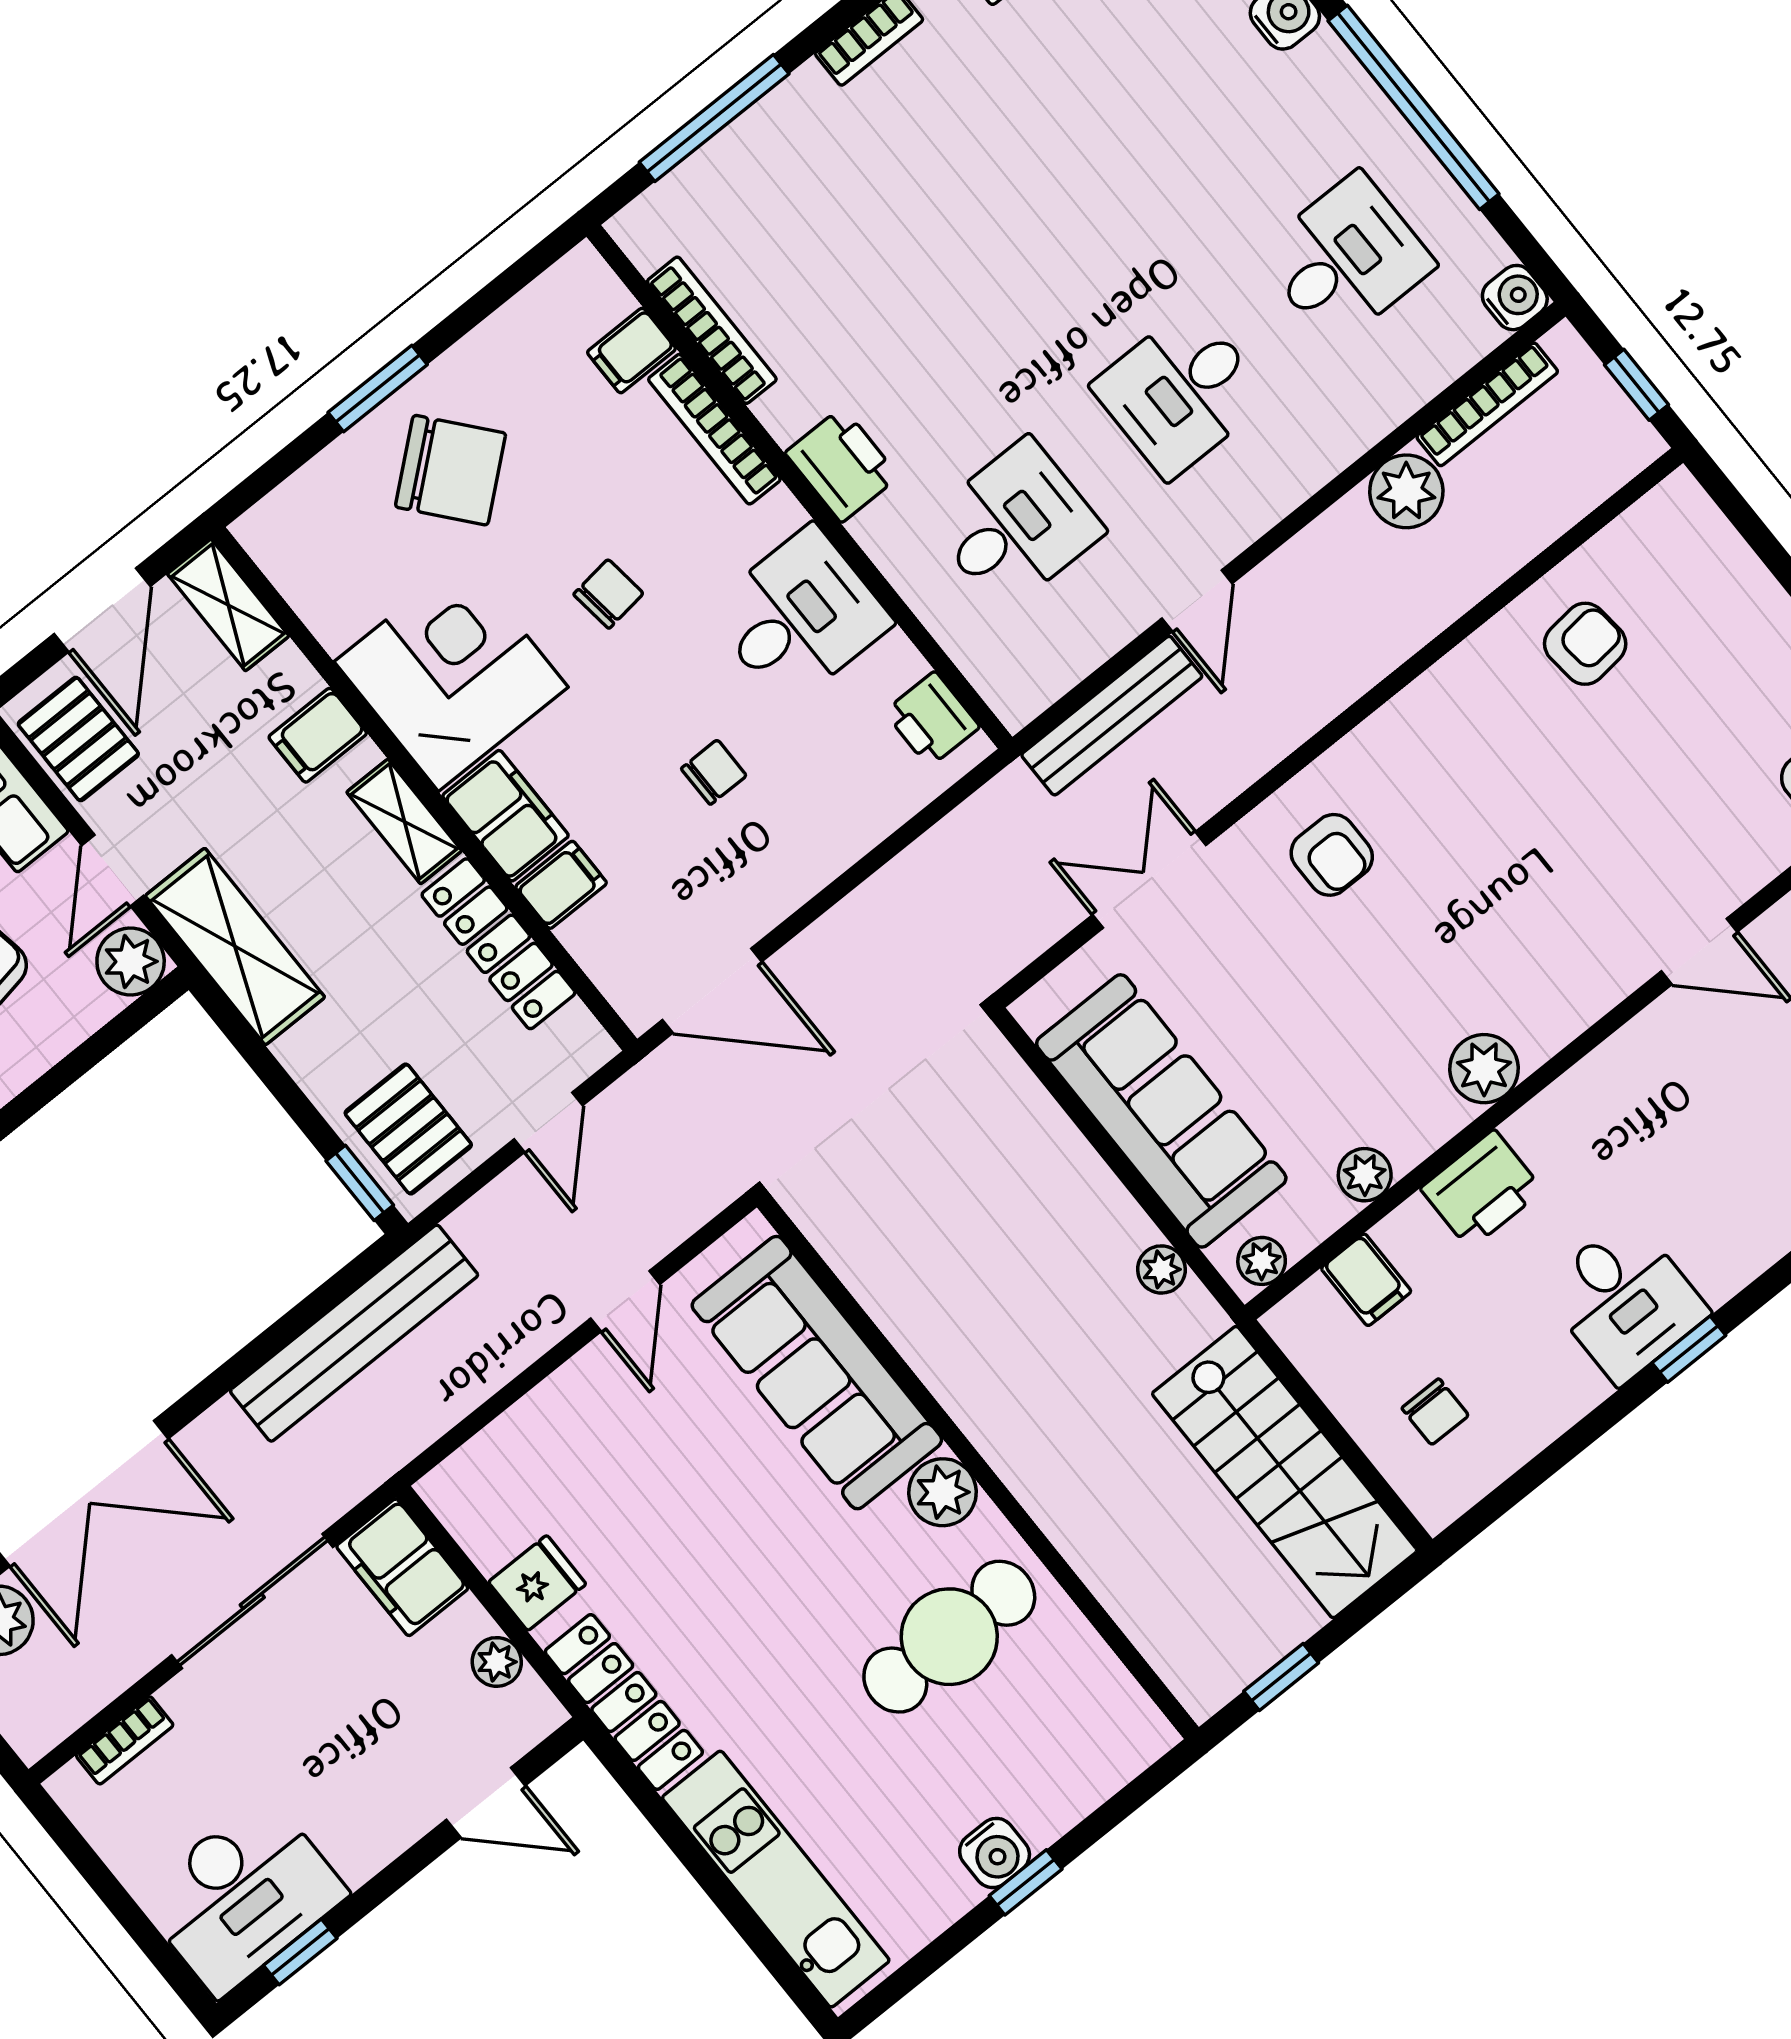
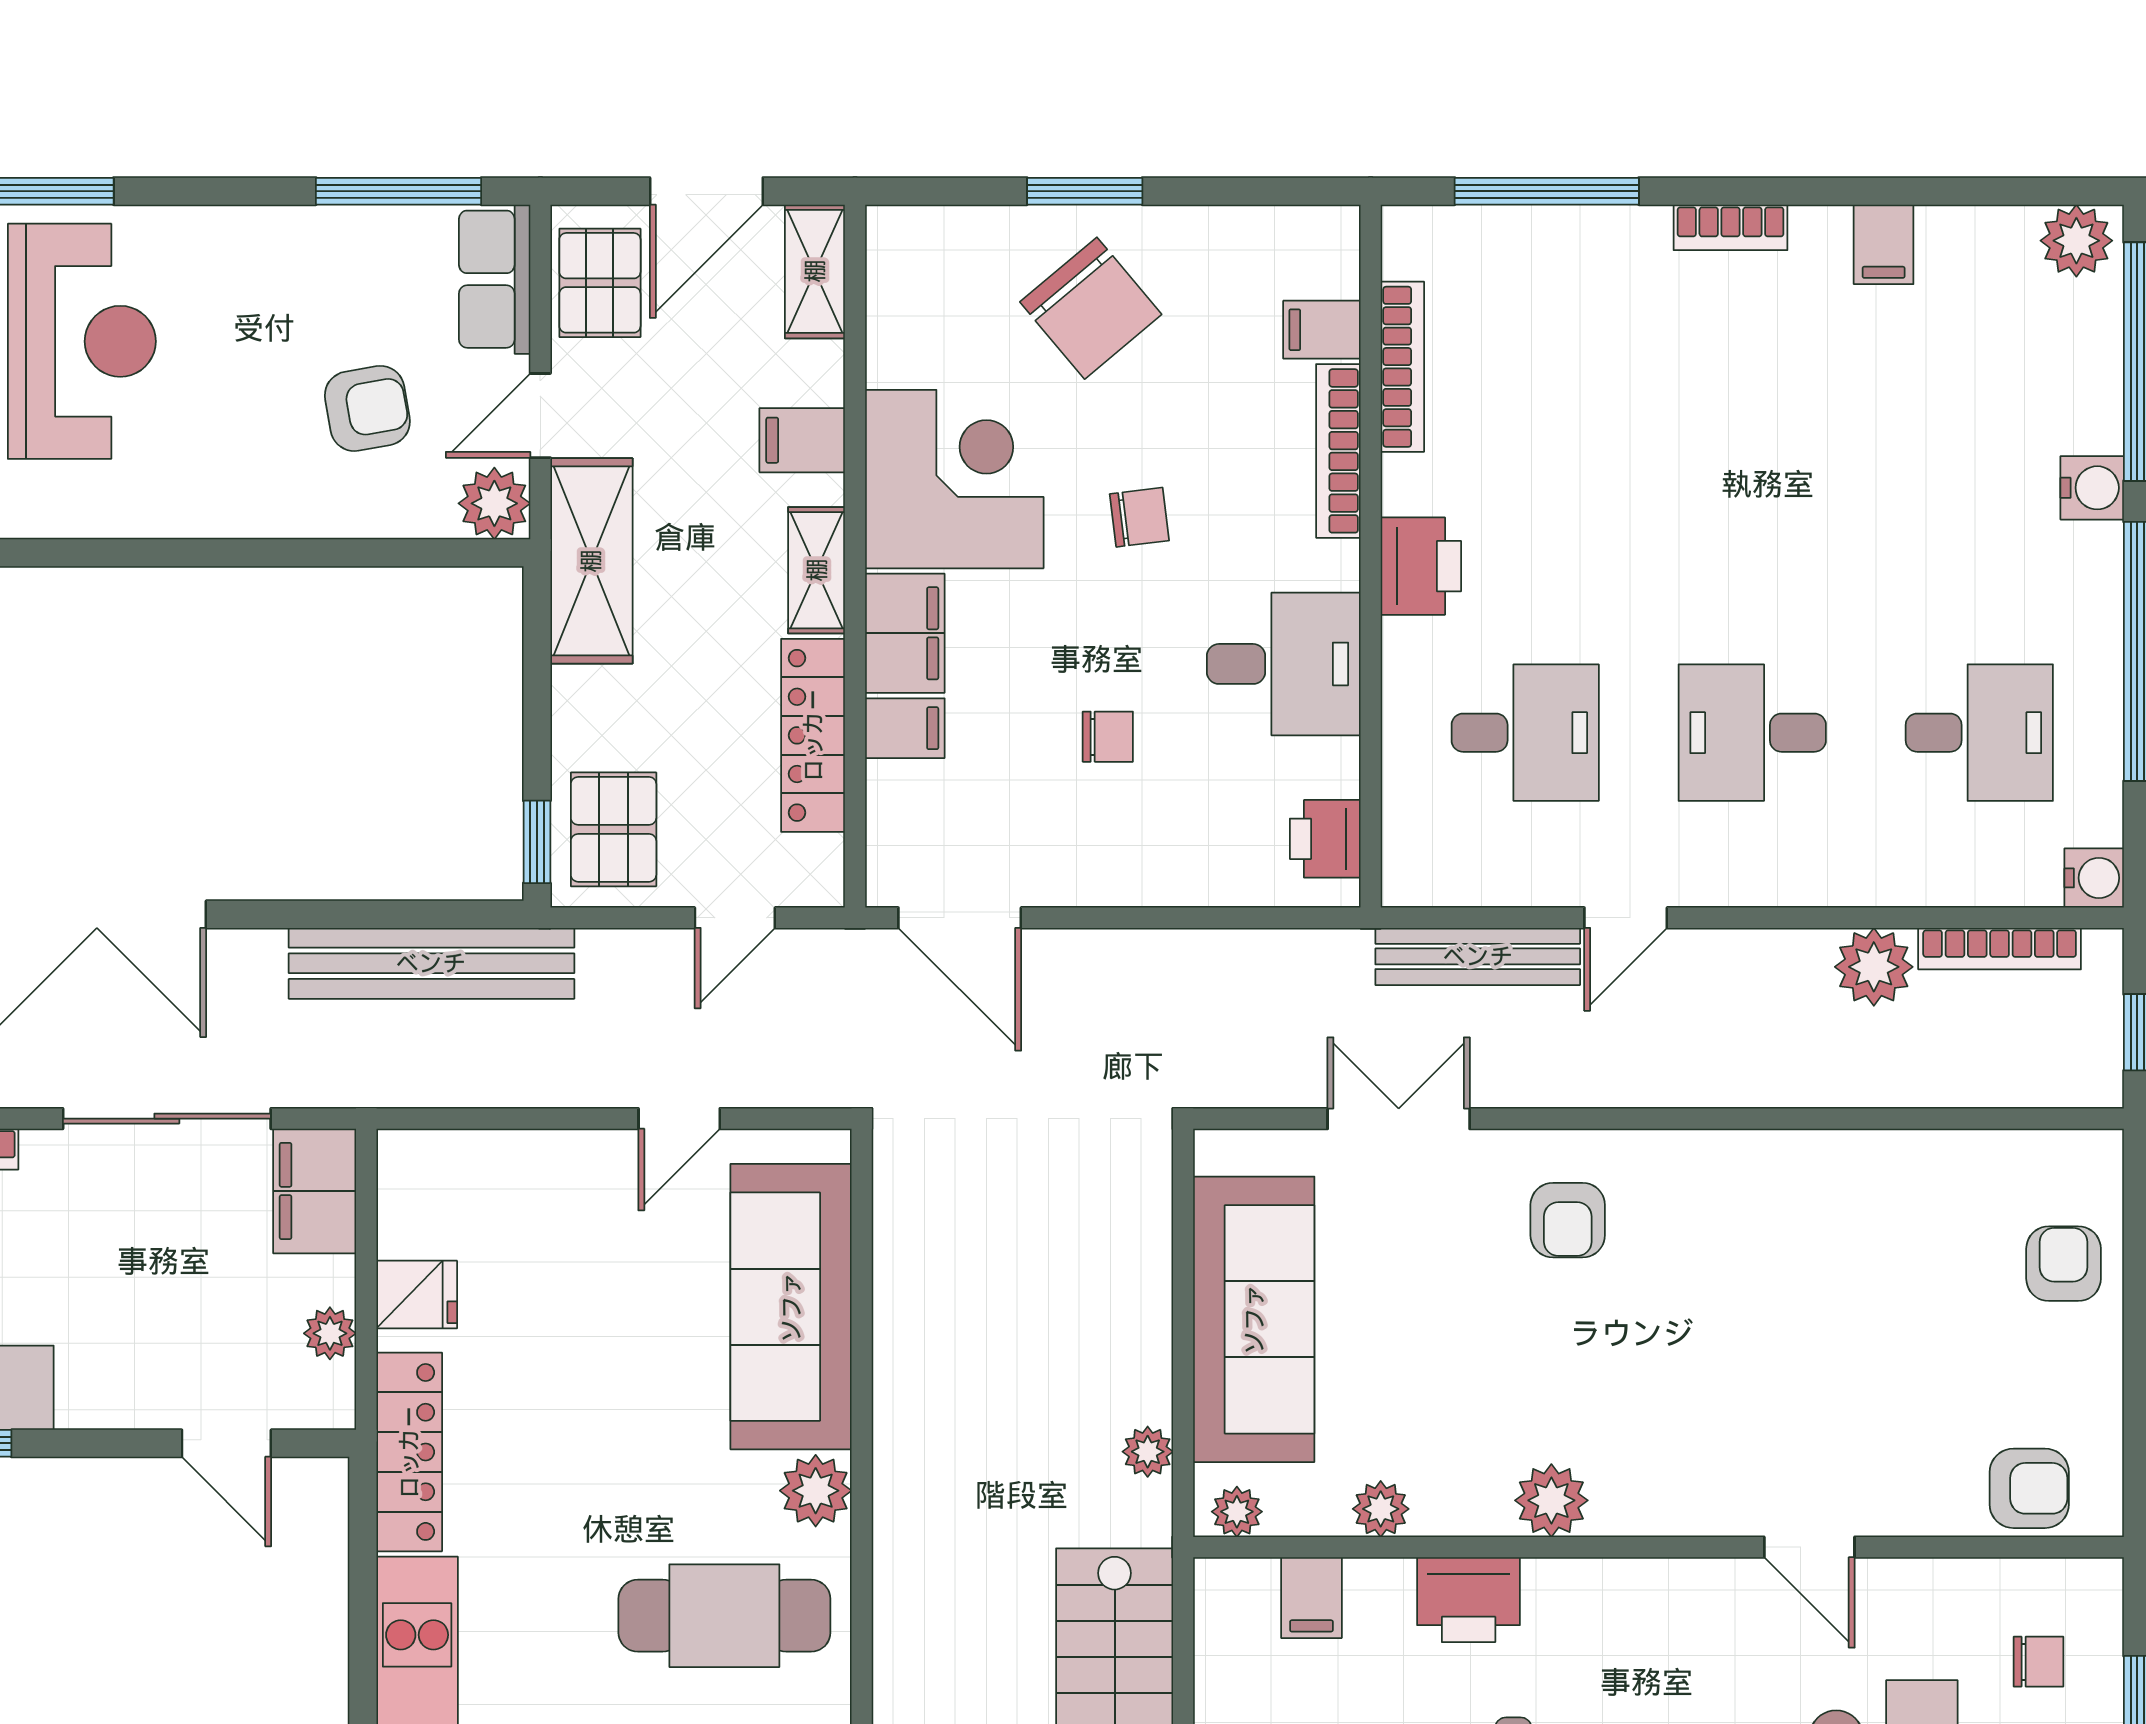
armchair: (1585, 644) -> (2064, 1264), moved, turned -84

